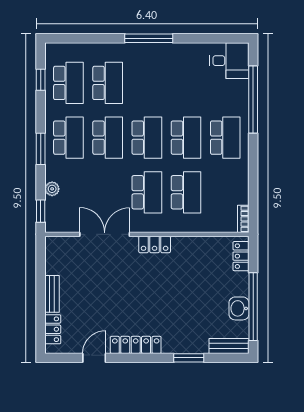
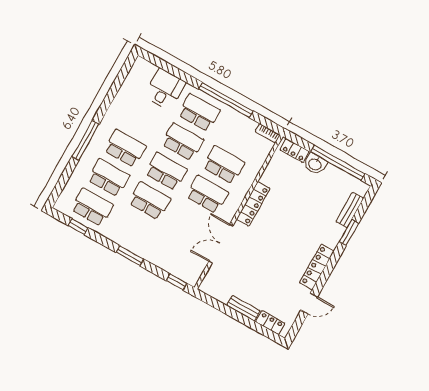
window: (149, 38) -> (86, 140), moved
desk: (229, 61) -> (165, 89), moved
window: (253, 100) -> (226, 100), moved
school desk: (68, 138) -> (125, 148), moved
plant: (52, 189) -> (165, 264), removed
locker: (155, 244) -> (253, 204), width x1.53
washbasin: (239, 308) -> (315, 164), moved
bench: (229, 346) -> (350, 210), moved
door: (94, 358) -> (309, 304), swing flipped

